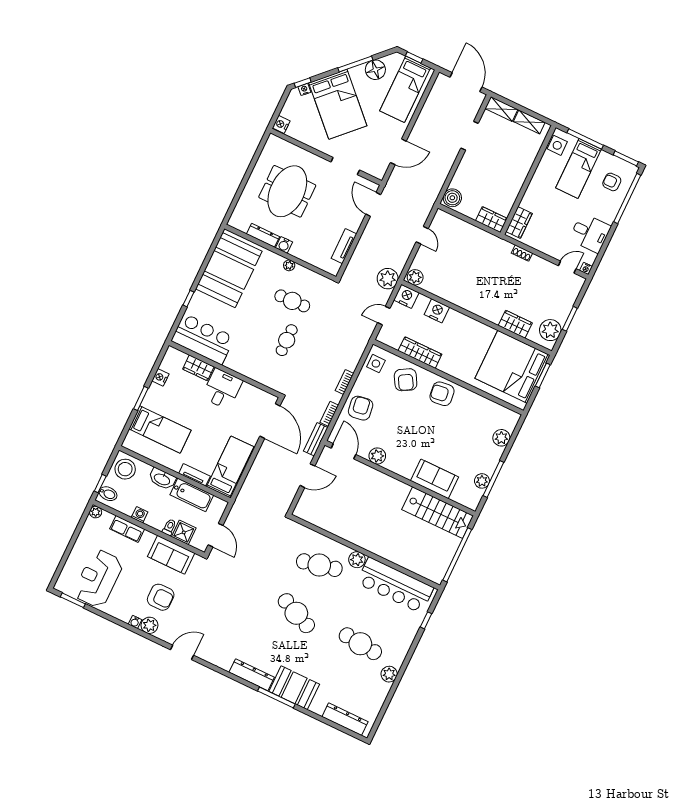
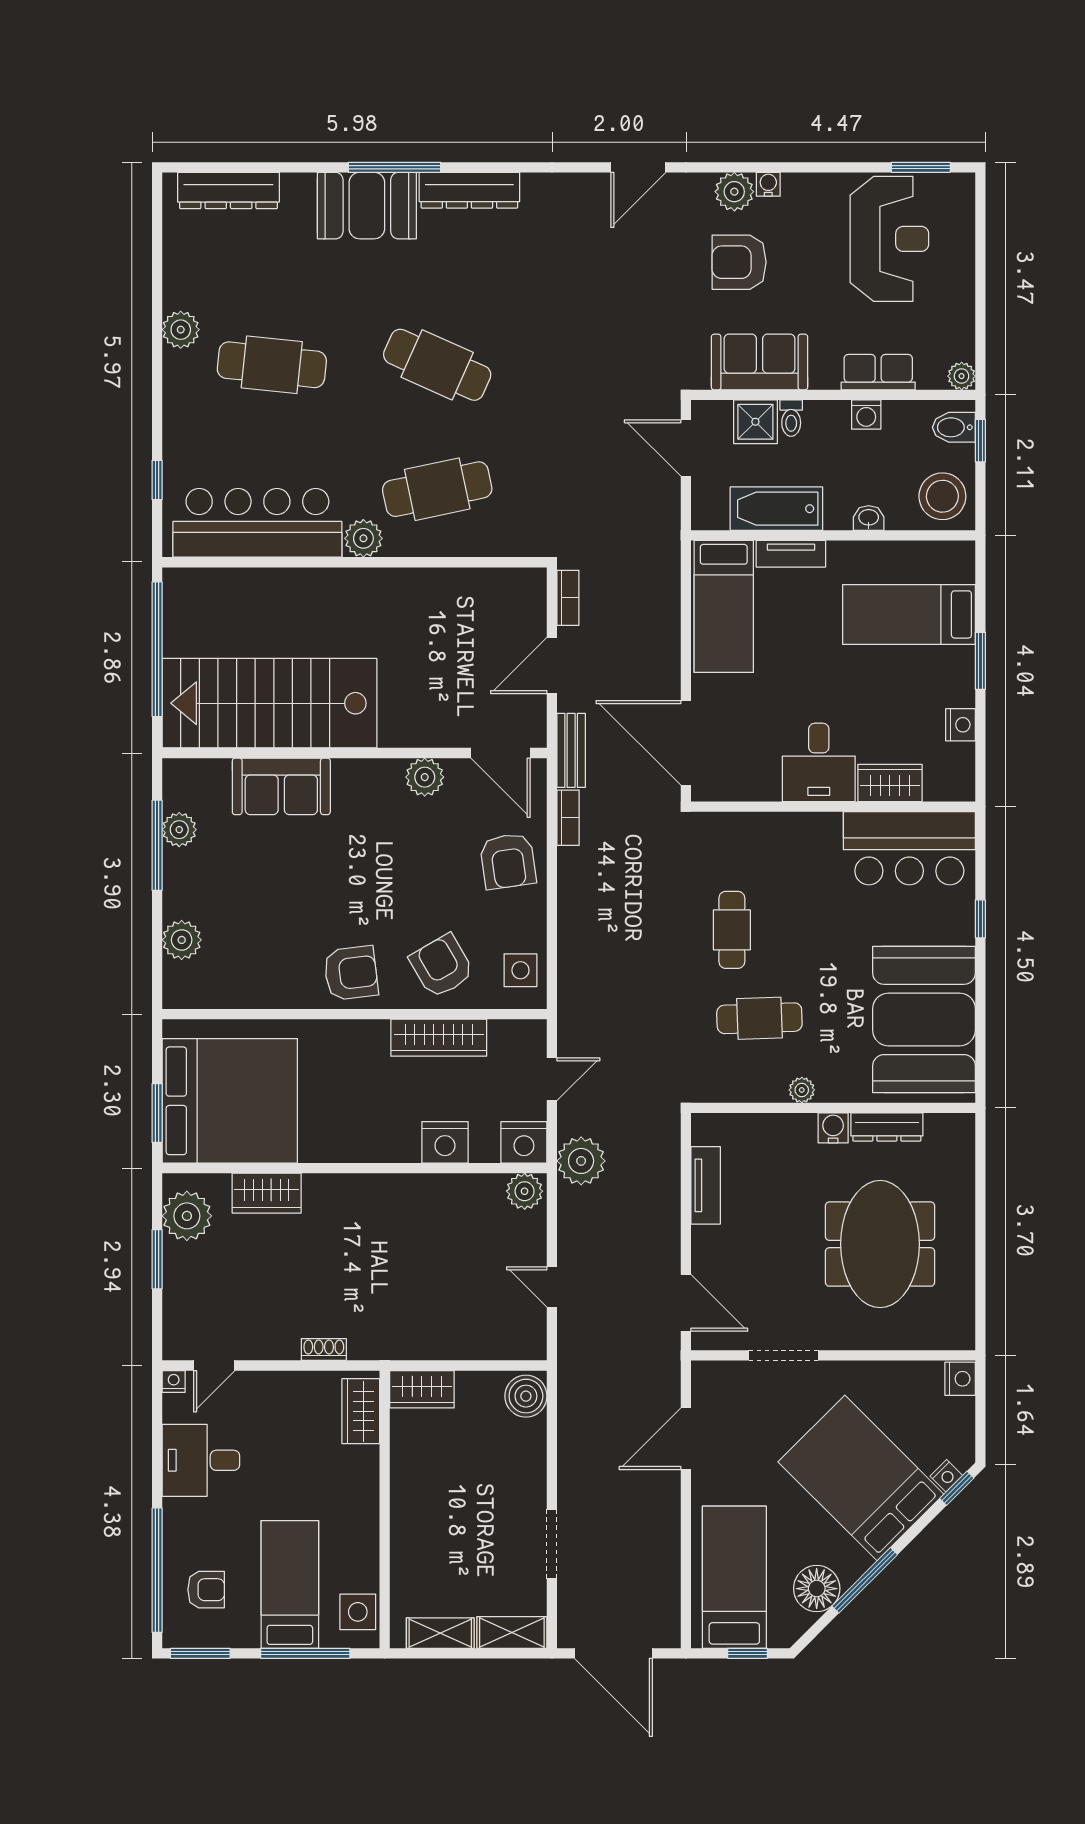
bookcase: (344, 382) -> (568, 598), moved
washbasin: (162, 479) -> (869, 518), width x0.52, depth x0.69
stairs: (438, 513) -> (269, 703), width x1.36, depth x1.51

